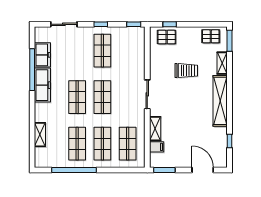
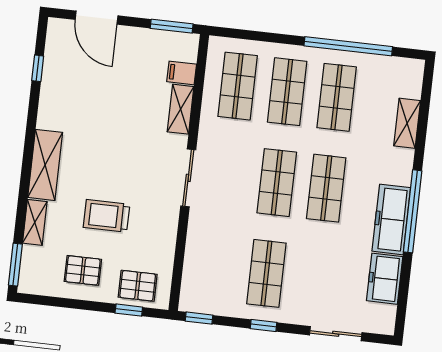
pallet: (211, 36) -> (83, 270), moved
window: (32, 70) -> (413, 211), moved
shelving: (220, 101) -> (45, 165), width x0.68

